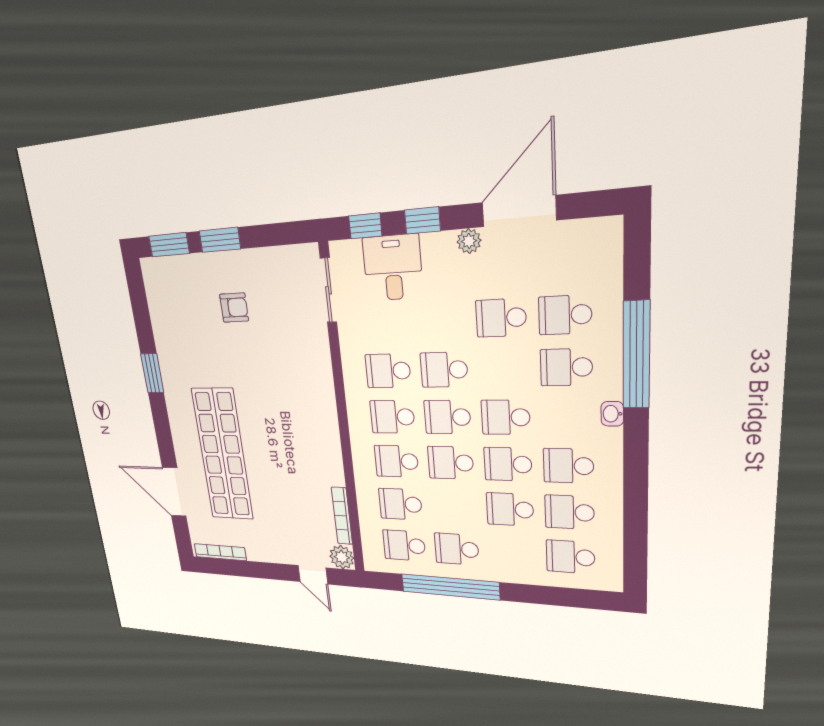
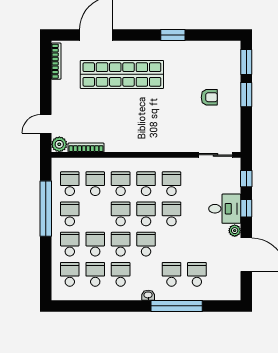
desk: (393, 268) -> (225, 209), moved
armchair: (234, 308) -> (209, 97), turned -90
school desk: (501, 318) -> (70, 244), moved

